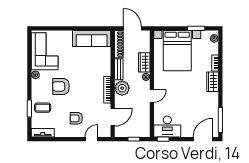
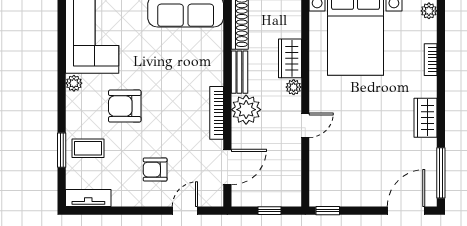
wardrobe: (213, 82) -> (426, 118), moved
desk: (167, 126) -> (336, 186), removed

